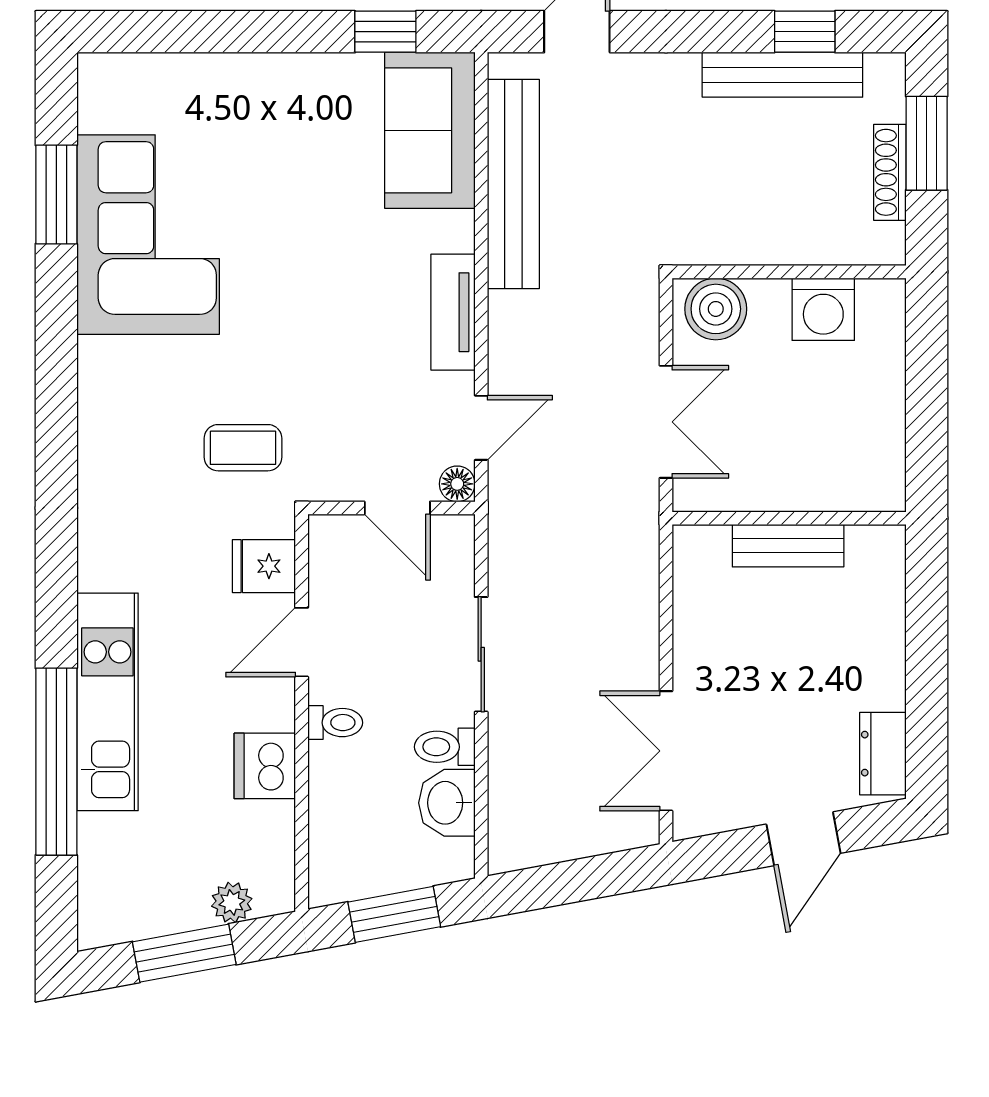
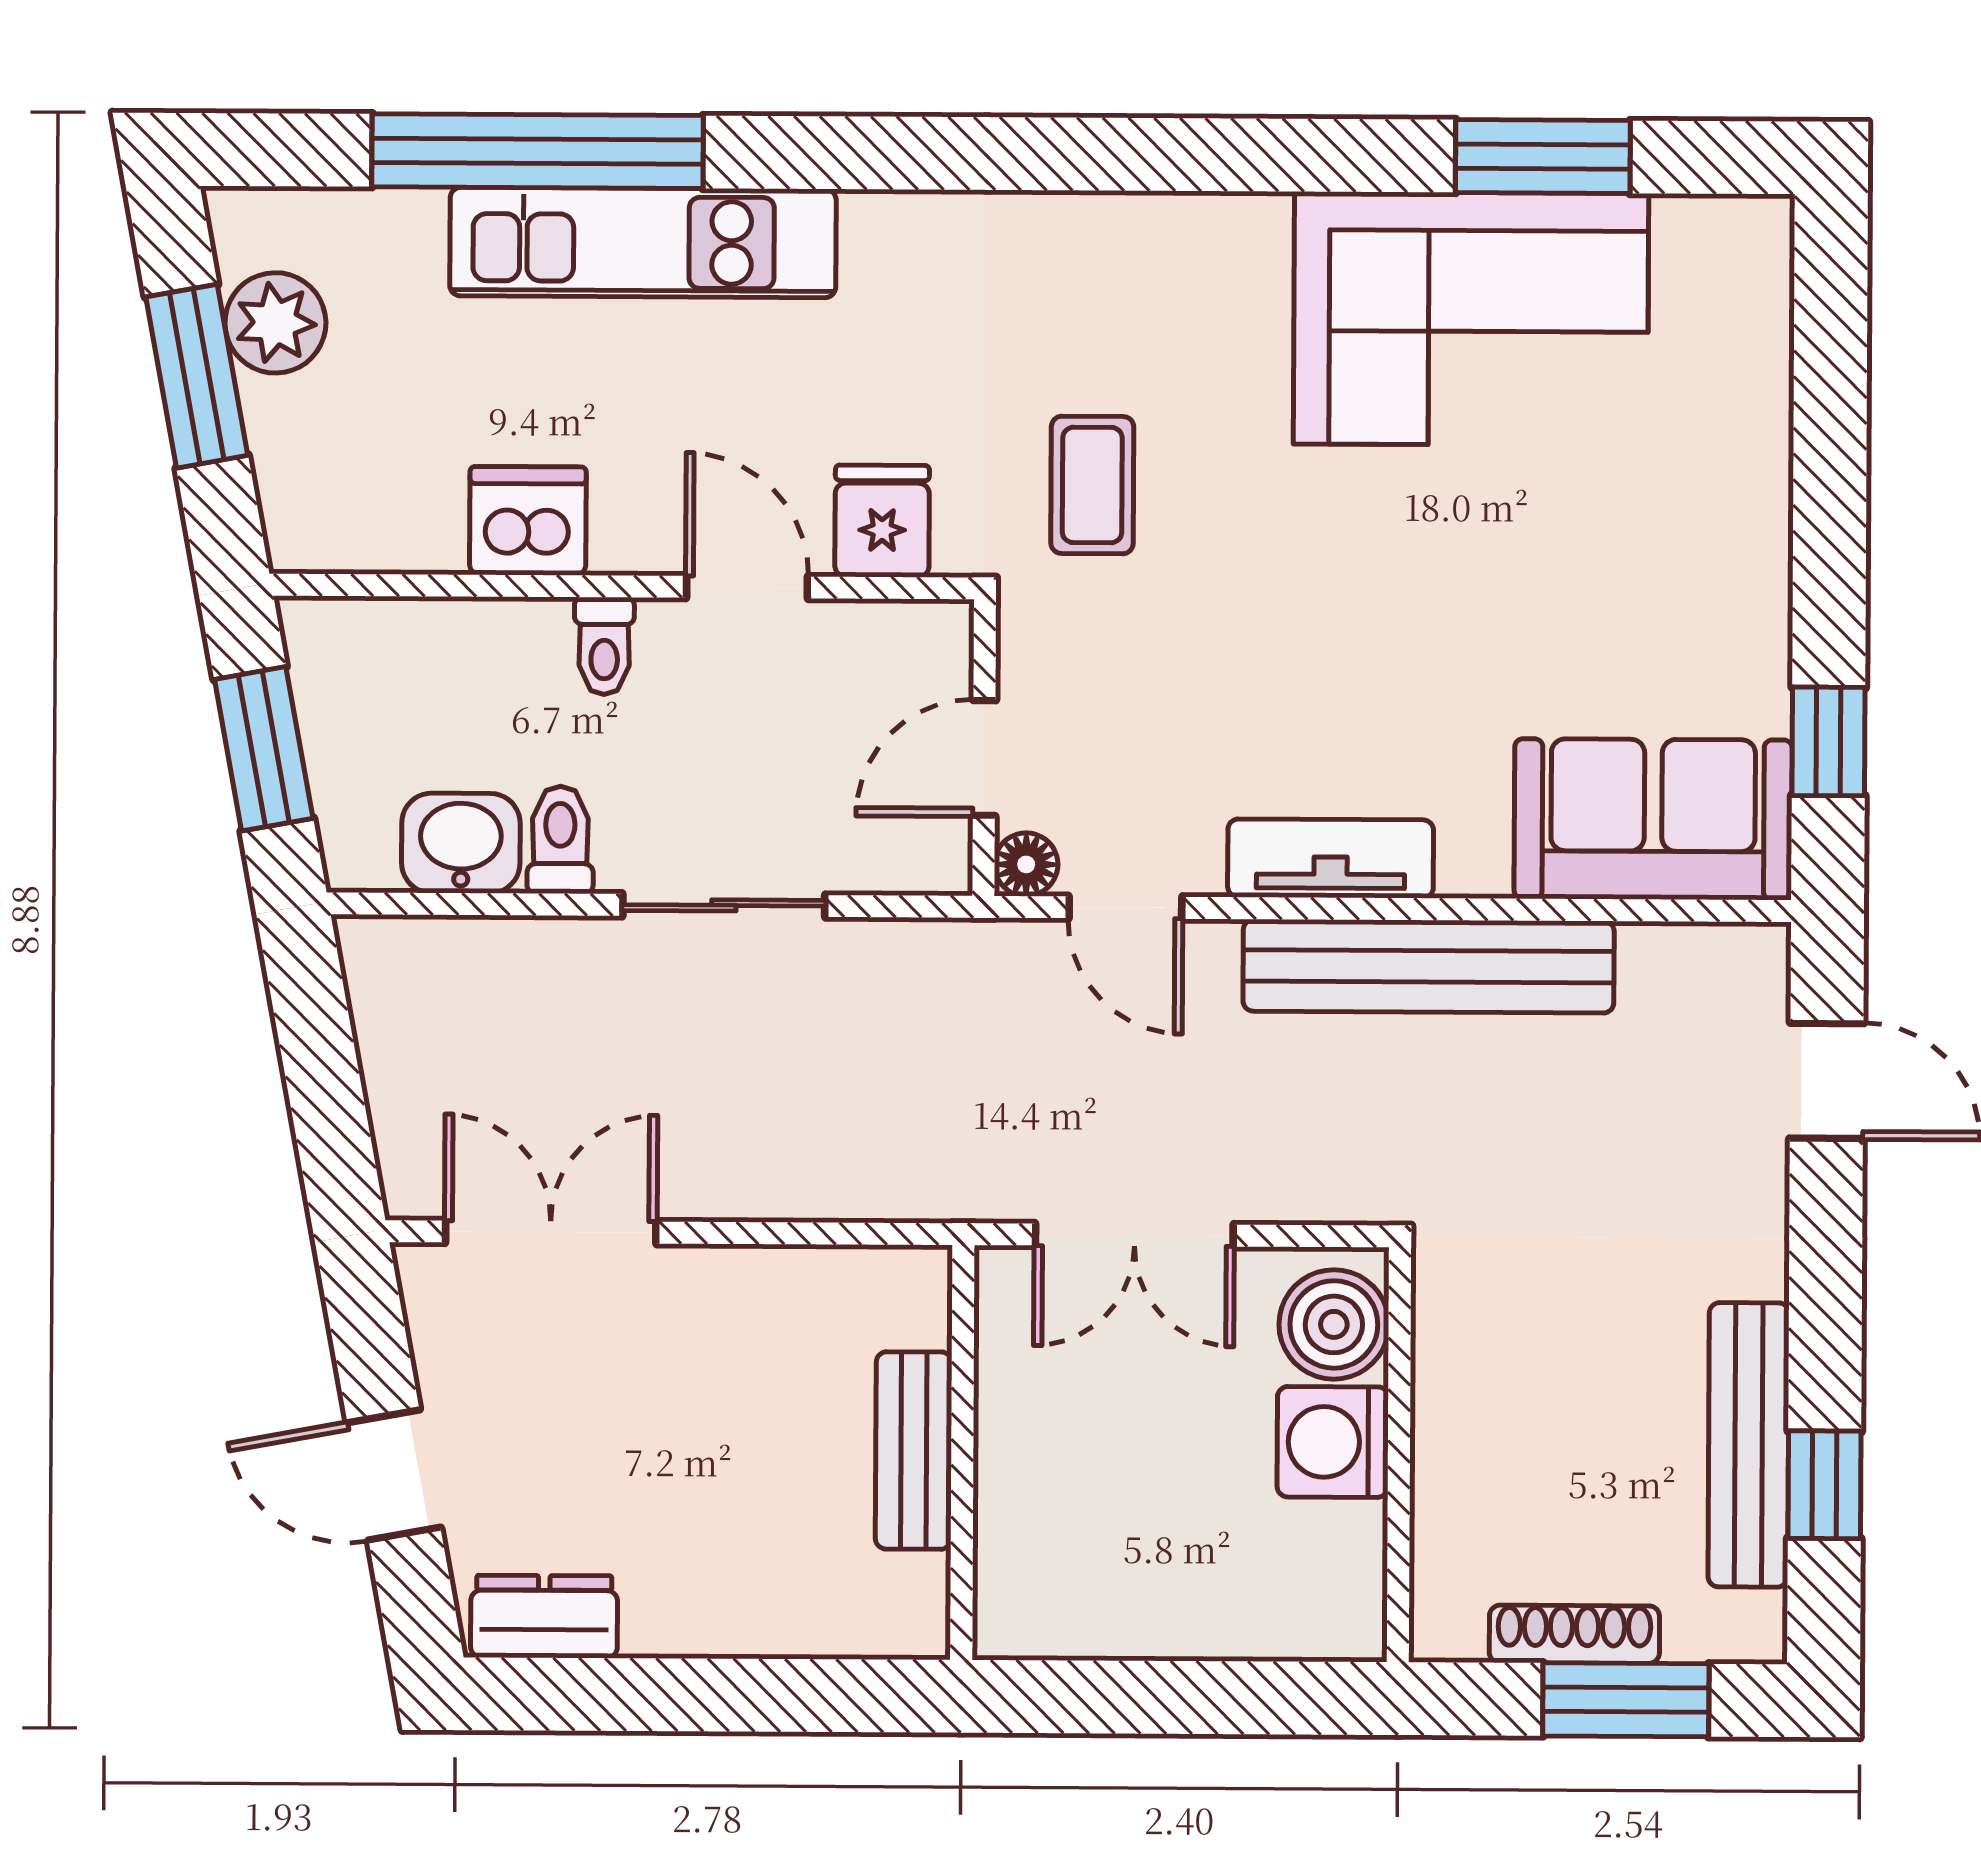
bench: (513, 184) -> (1429, 966), moved
washing machine: (823, 309) -> (1333, 1442), moved
plant: (232, 902) -> (275, 323), moved, width x1.38, depth x1.38

